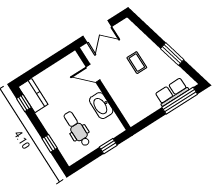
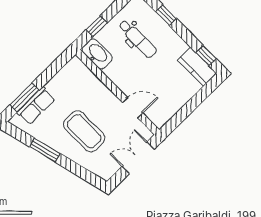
coffee table: (137, 63) -> (84, 131), width x1.86, depth x1.72
window: (180, 101) -> (24, 97), width x0.69
washbasin: (101, 106) -> (97, 54), moved

